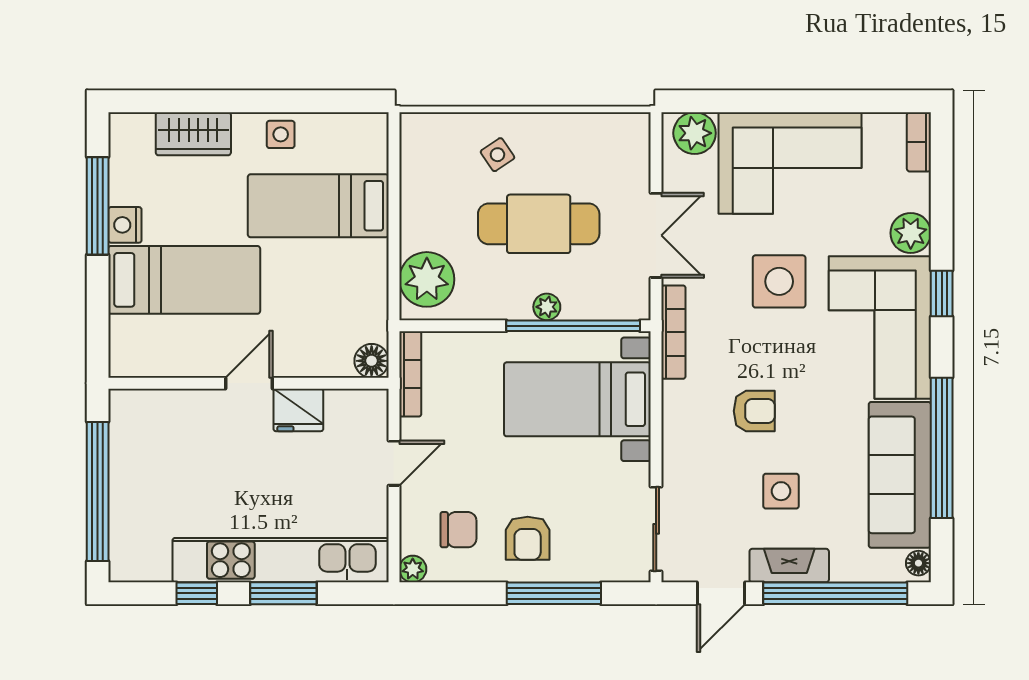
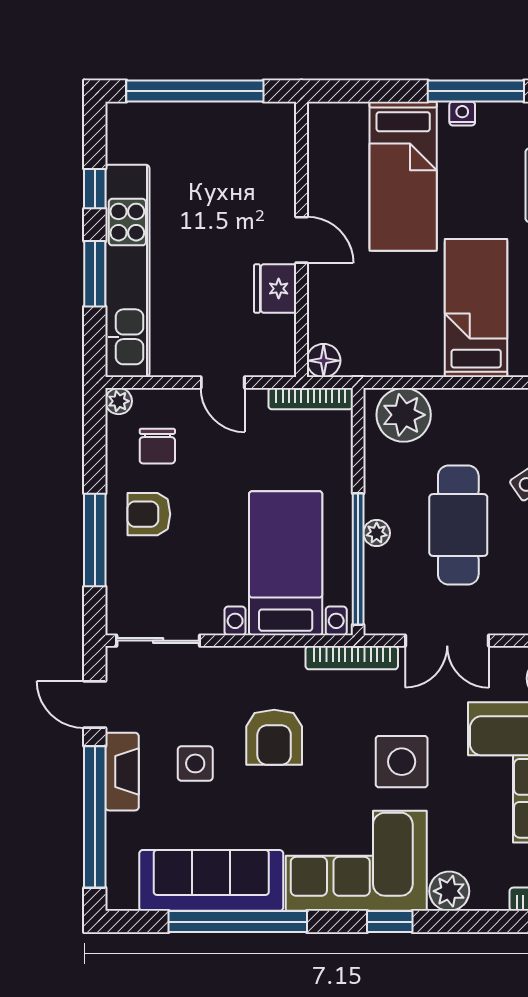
nightstand: (125, 225) -> (462, 114), width x0.72, depth x0.74
armchair: (754, 411) -> (274, 737), width x1.38, depth x1.38
floor lamp: (918, 563) -> (124, 899), removed

